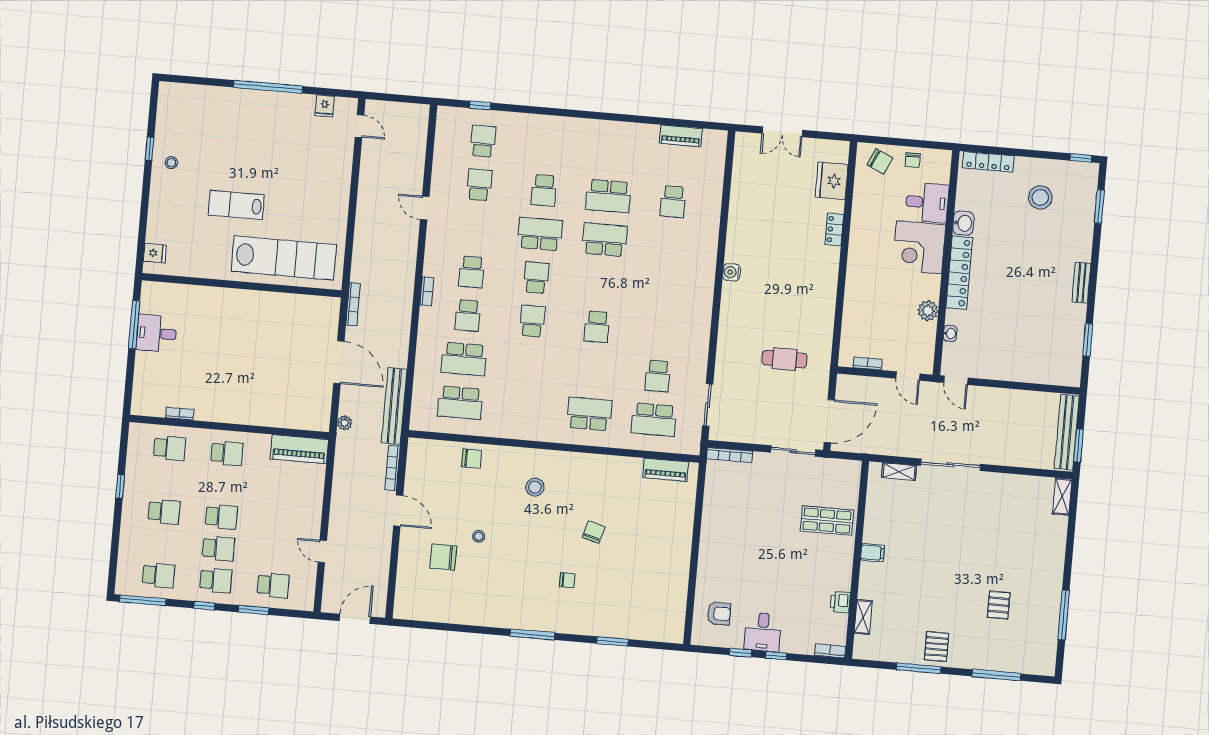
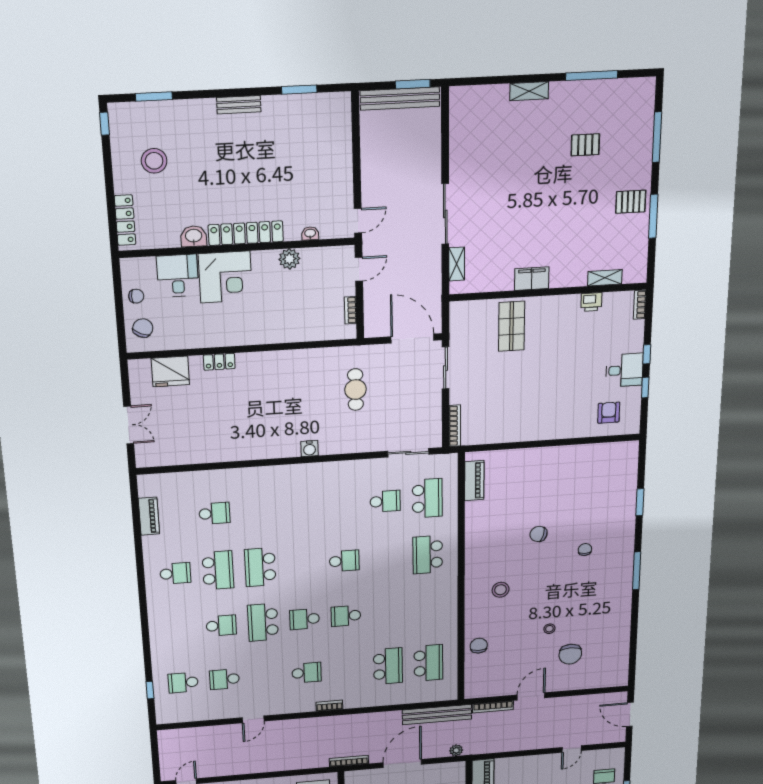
water cooler: (731, 272) -> (310, 449), moved
school desk: (468, 315) -> (175, 573), moved
shelving: (1062, 497) -> (529, 91), moved
filing cabinet: (872, 553) -> (532, 279), width x2.00

